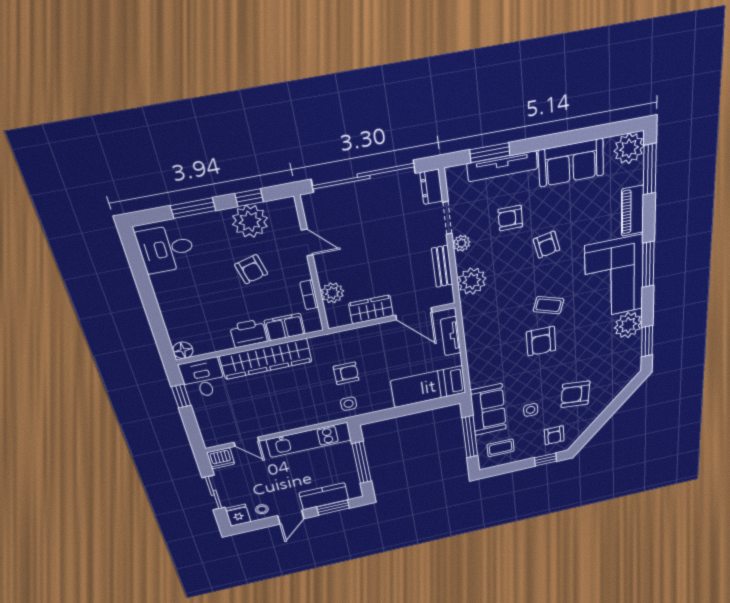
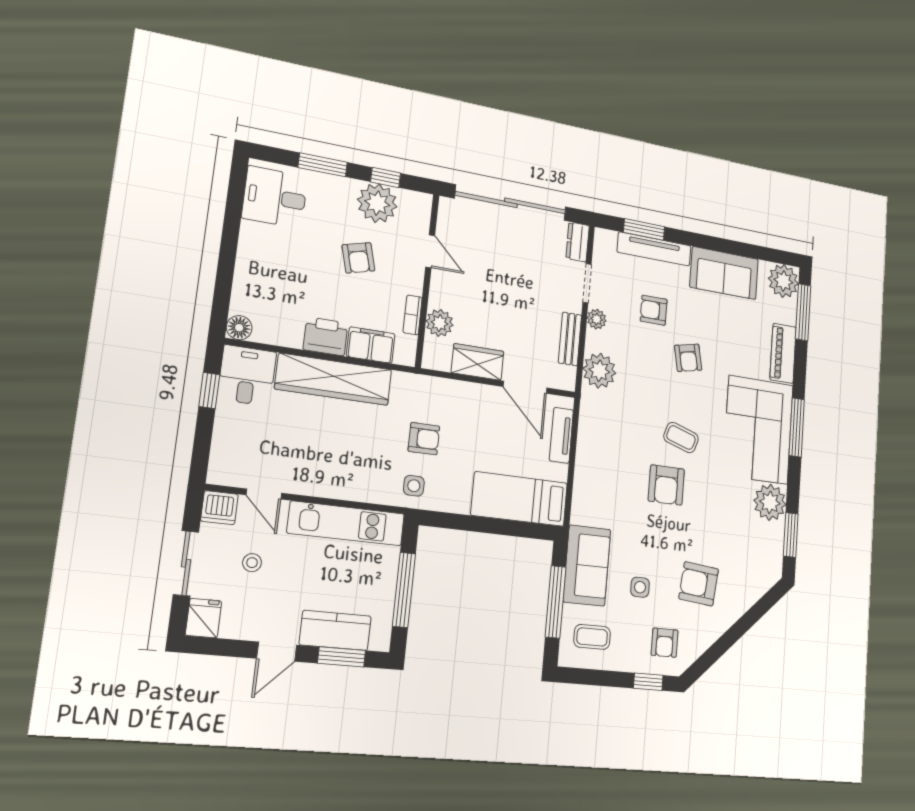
stool: (262, 509) -> (252, 563), moved

